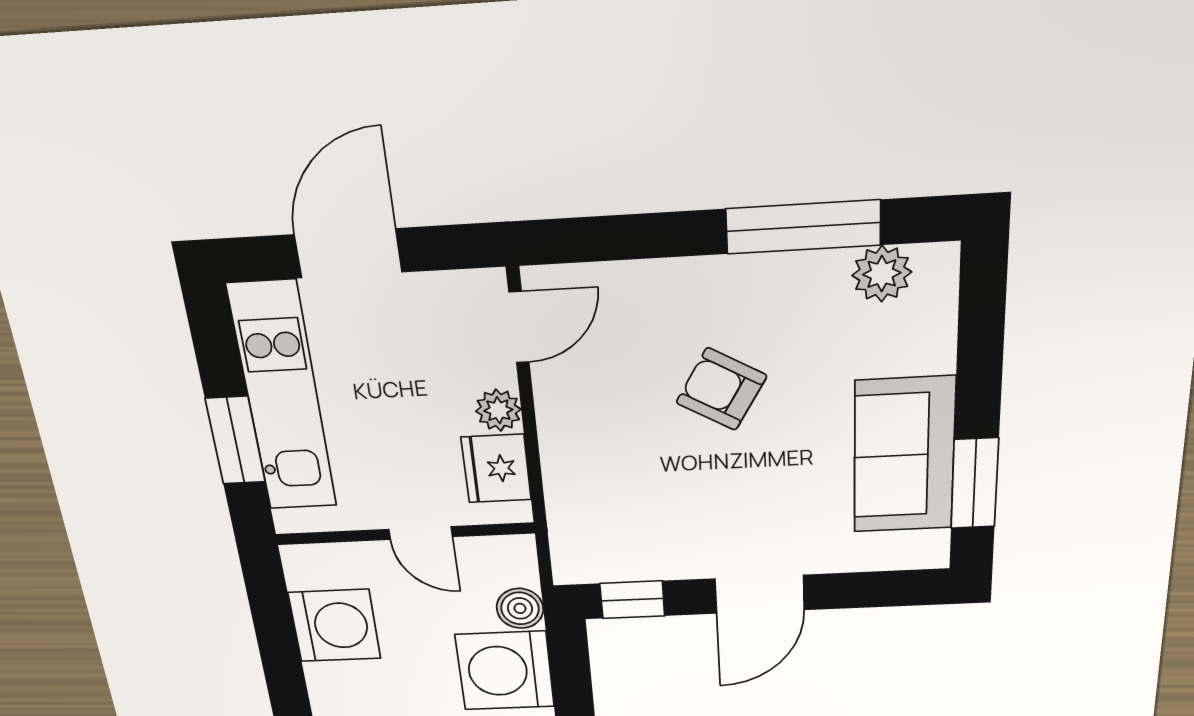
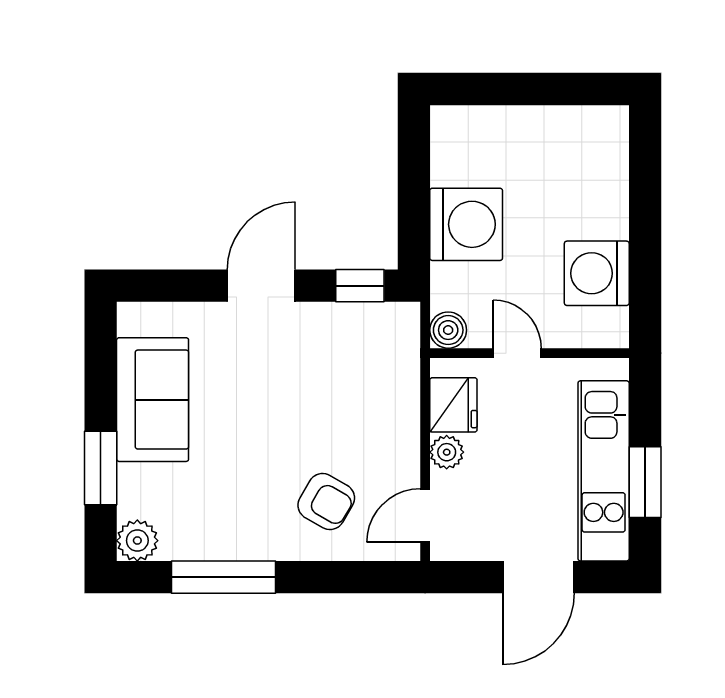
plant: (882, 274) -> (137, 541), moved
armchair: (721, 389) -> (326, 502), moved
window: (235, 440) -> (645, 482), moved
window: (975, 483) -> (101, 468), moved
boiler: (520, 608) -> (448, 330), moved

